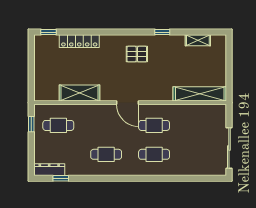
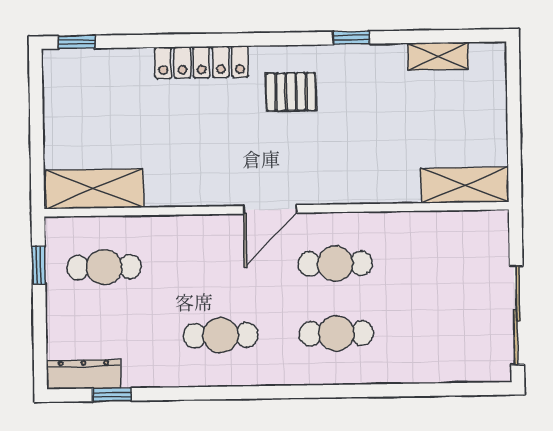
locker: (79, 41) -> (202, 62), moved
shelving: (79, 93) -> (95, 189), moved
shelving: (200, 94) -> (465, 185), width x0.68
door: (127, 103) -> (270, 209), hinge flipped

